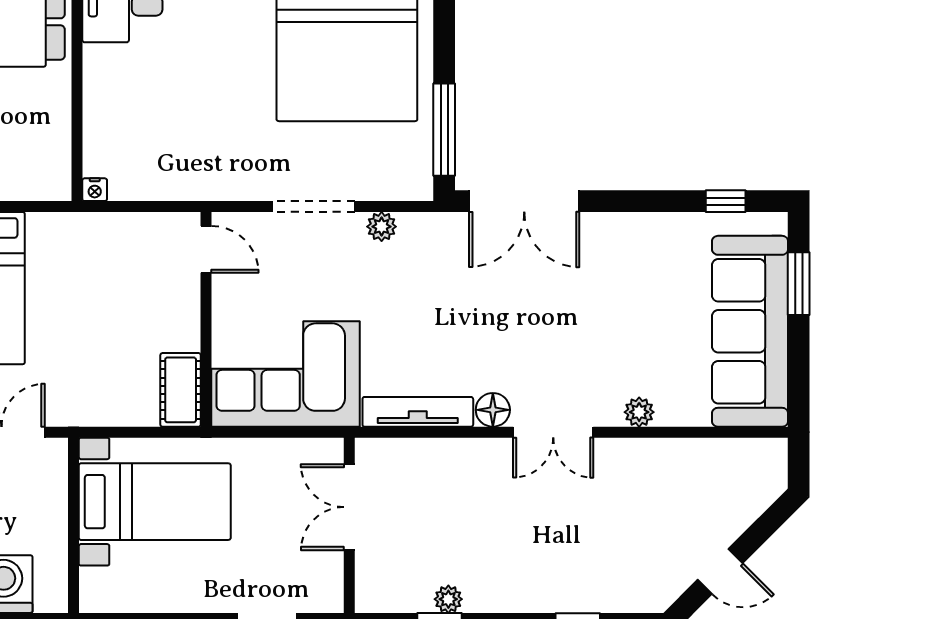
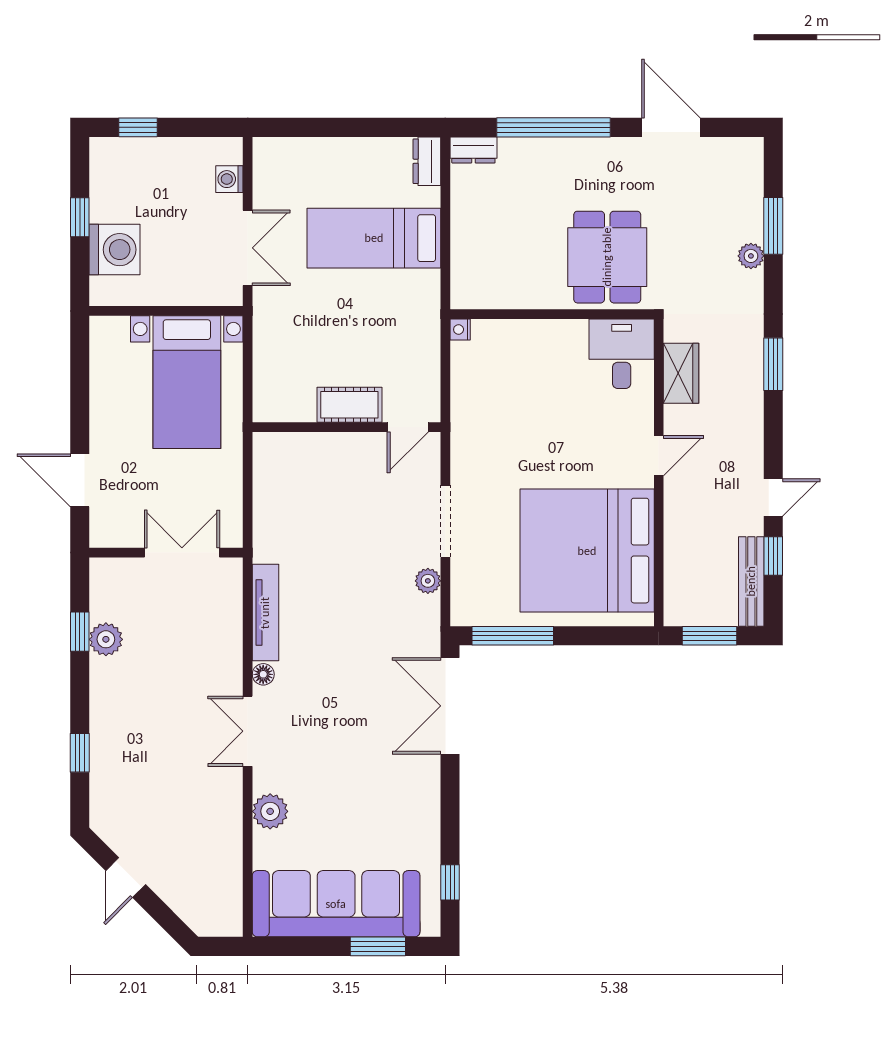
corner sofa: (286, 374) -> (299, 497), removed
cot: (181, 390) -> (349, 405), moved
floor lamp: (493, 410) -> (263, 674), width x0.73, depth x0.73
plant: (639, 412) -> (270, 811), width x1.38, depth x1.38
plant: (448, 599) -> (106, 639), width x1.38, depth x1.38

